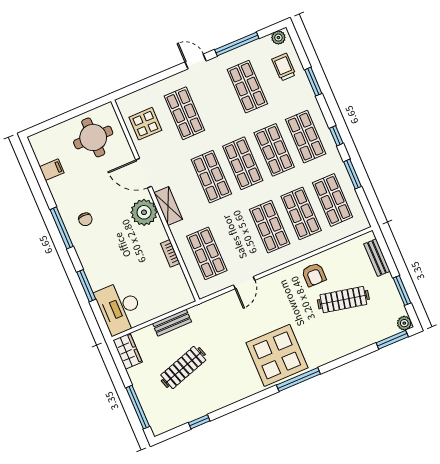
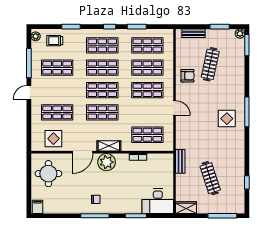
filing cabinet: (52, 170) -> (37, 207), moved
door: (244, 283) -> (175, 108), moved
bench: (172, 323) -> (180, 161), moved
display table: (277, 355) -> (227, 119), width x0.54, depth x0.54

